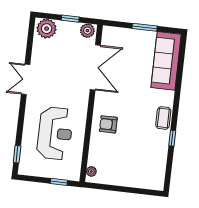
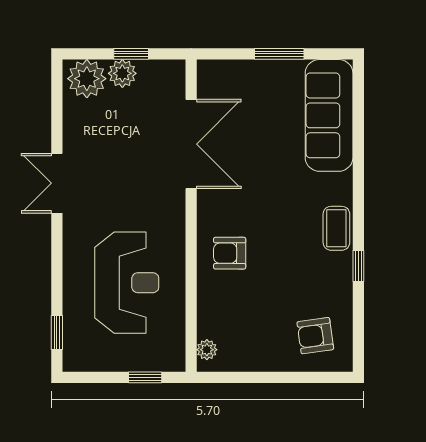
plant: (87, 31) -> (122, 73), moved
armchair: (147, 171) -> (315, 336), added

